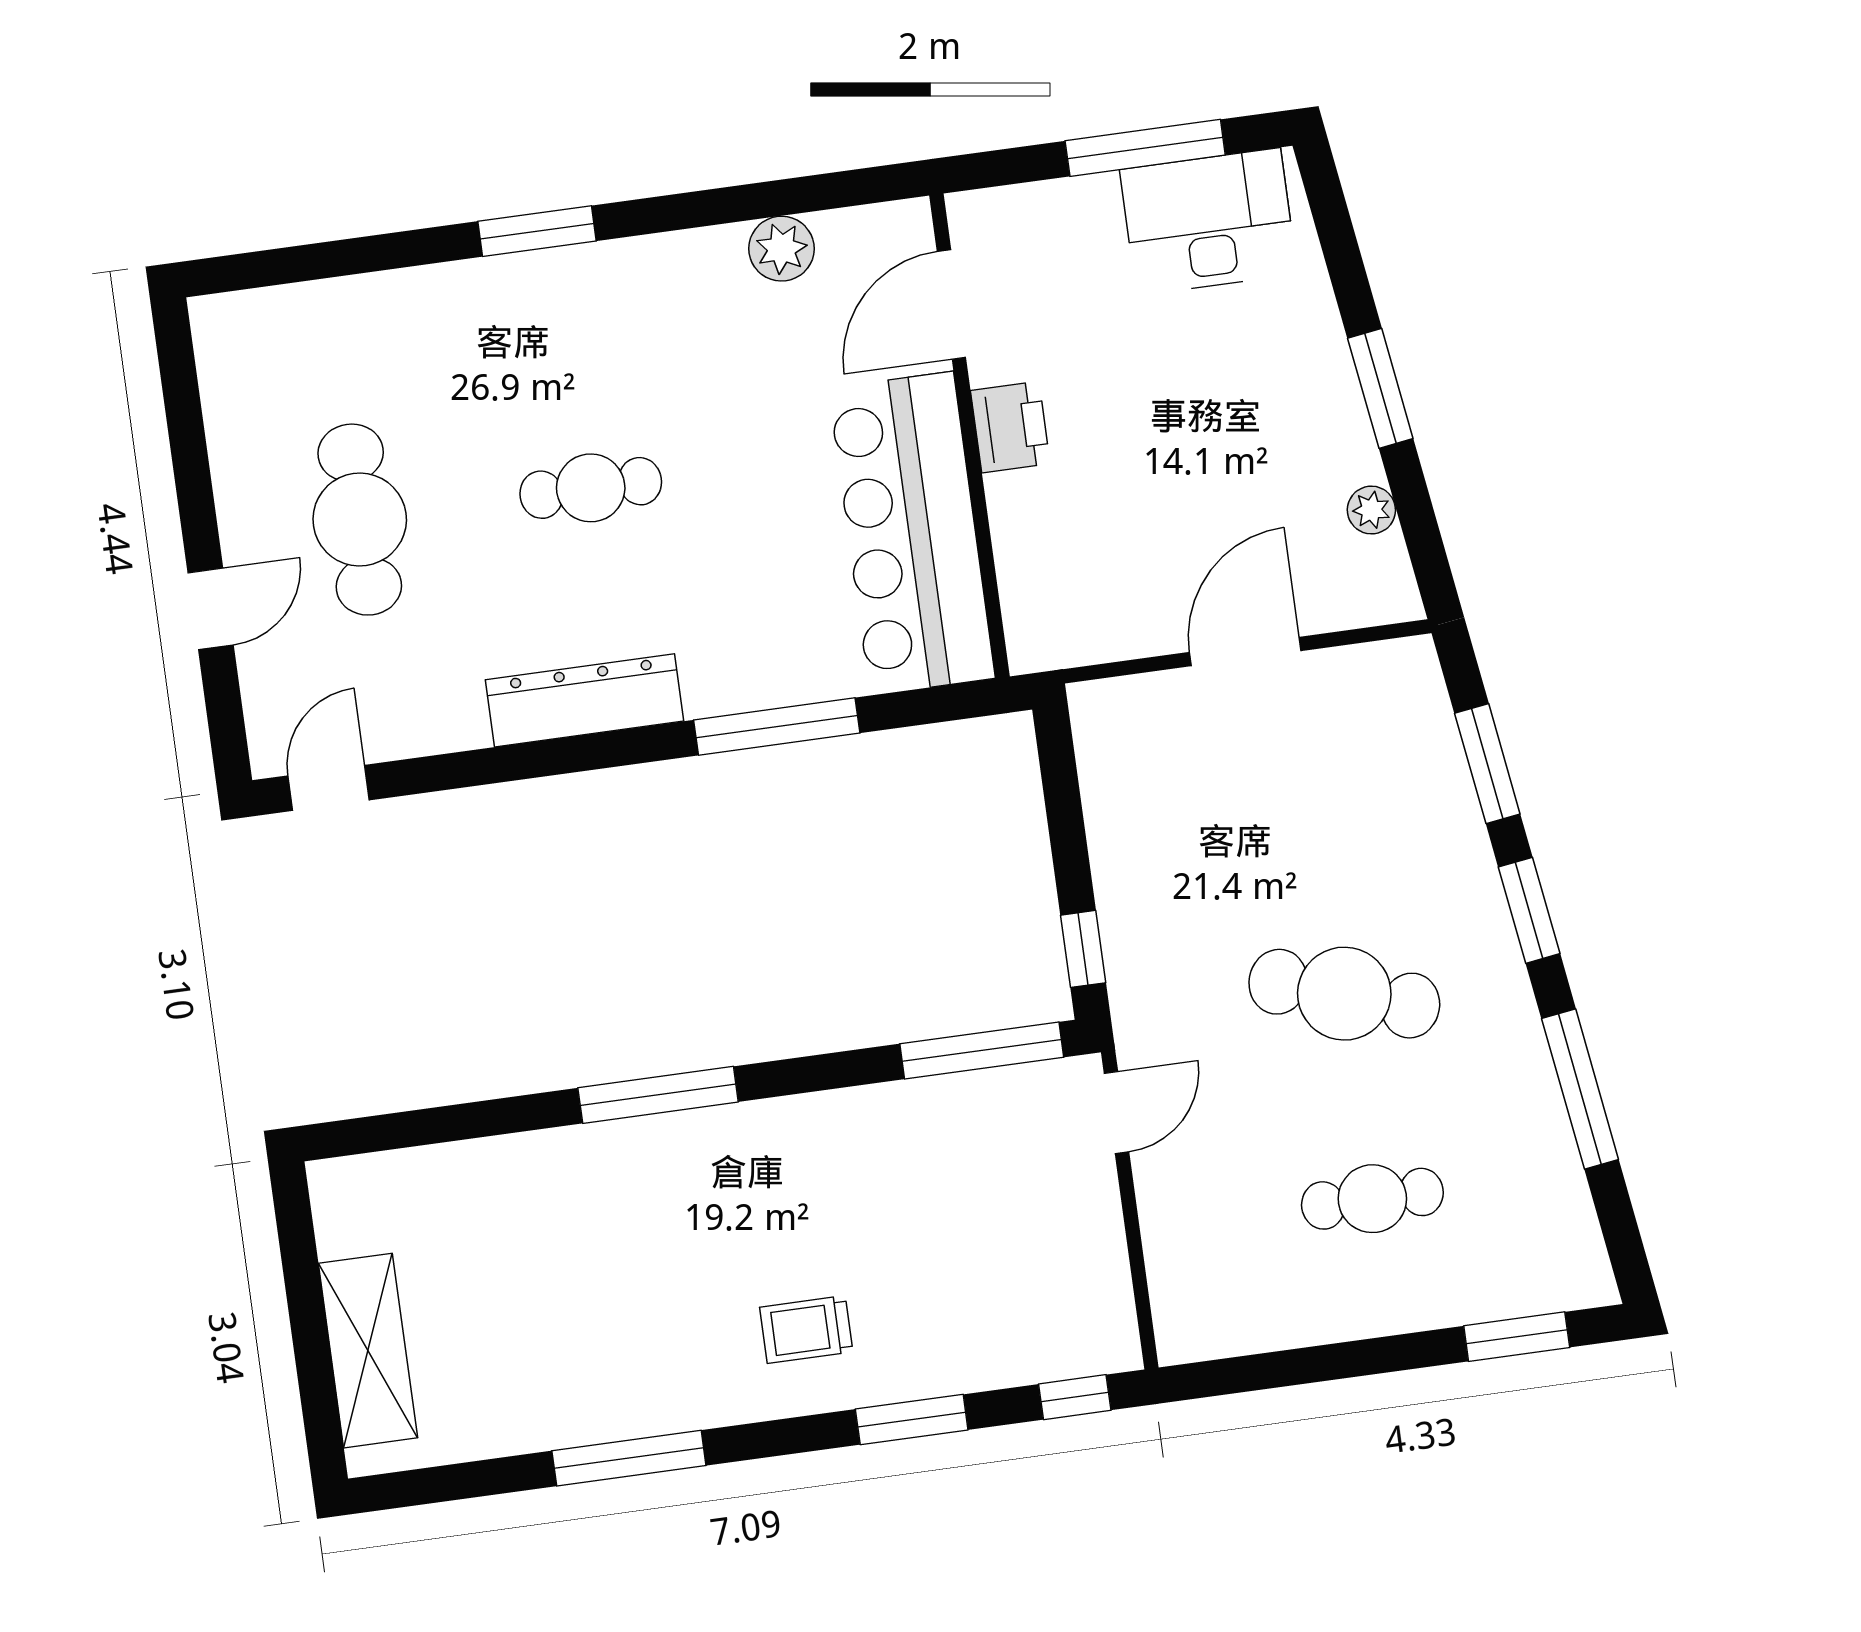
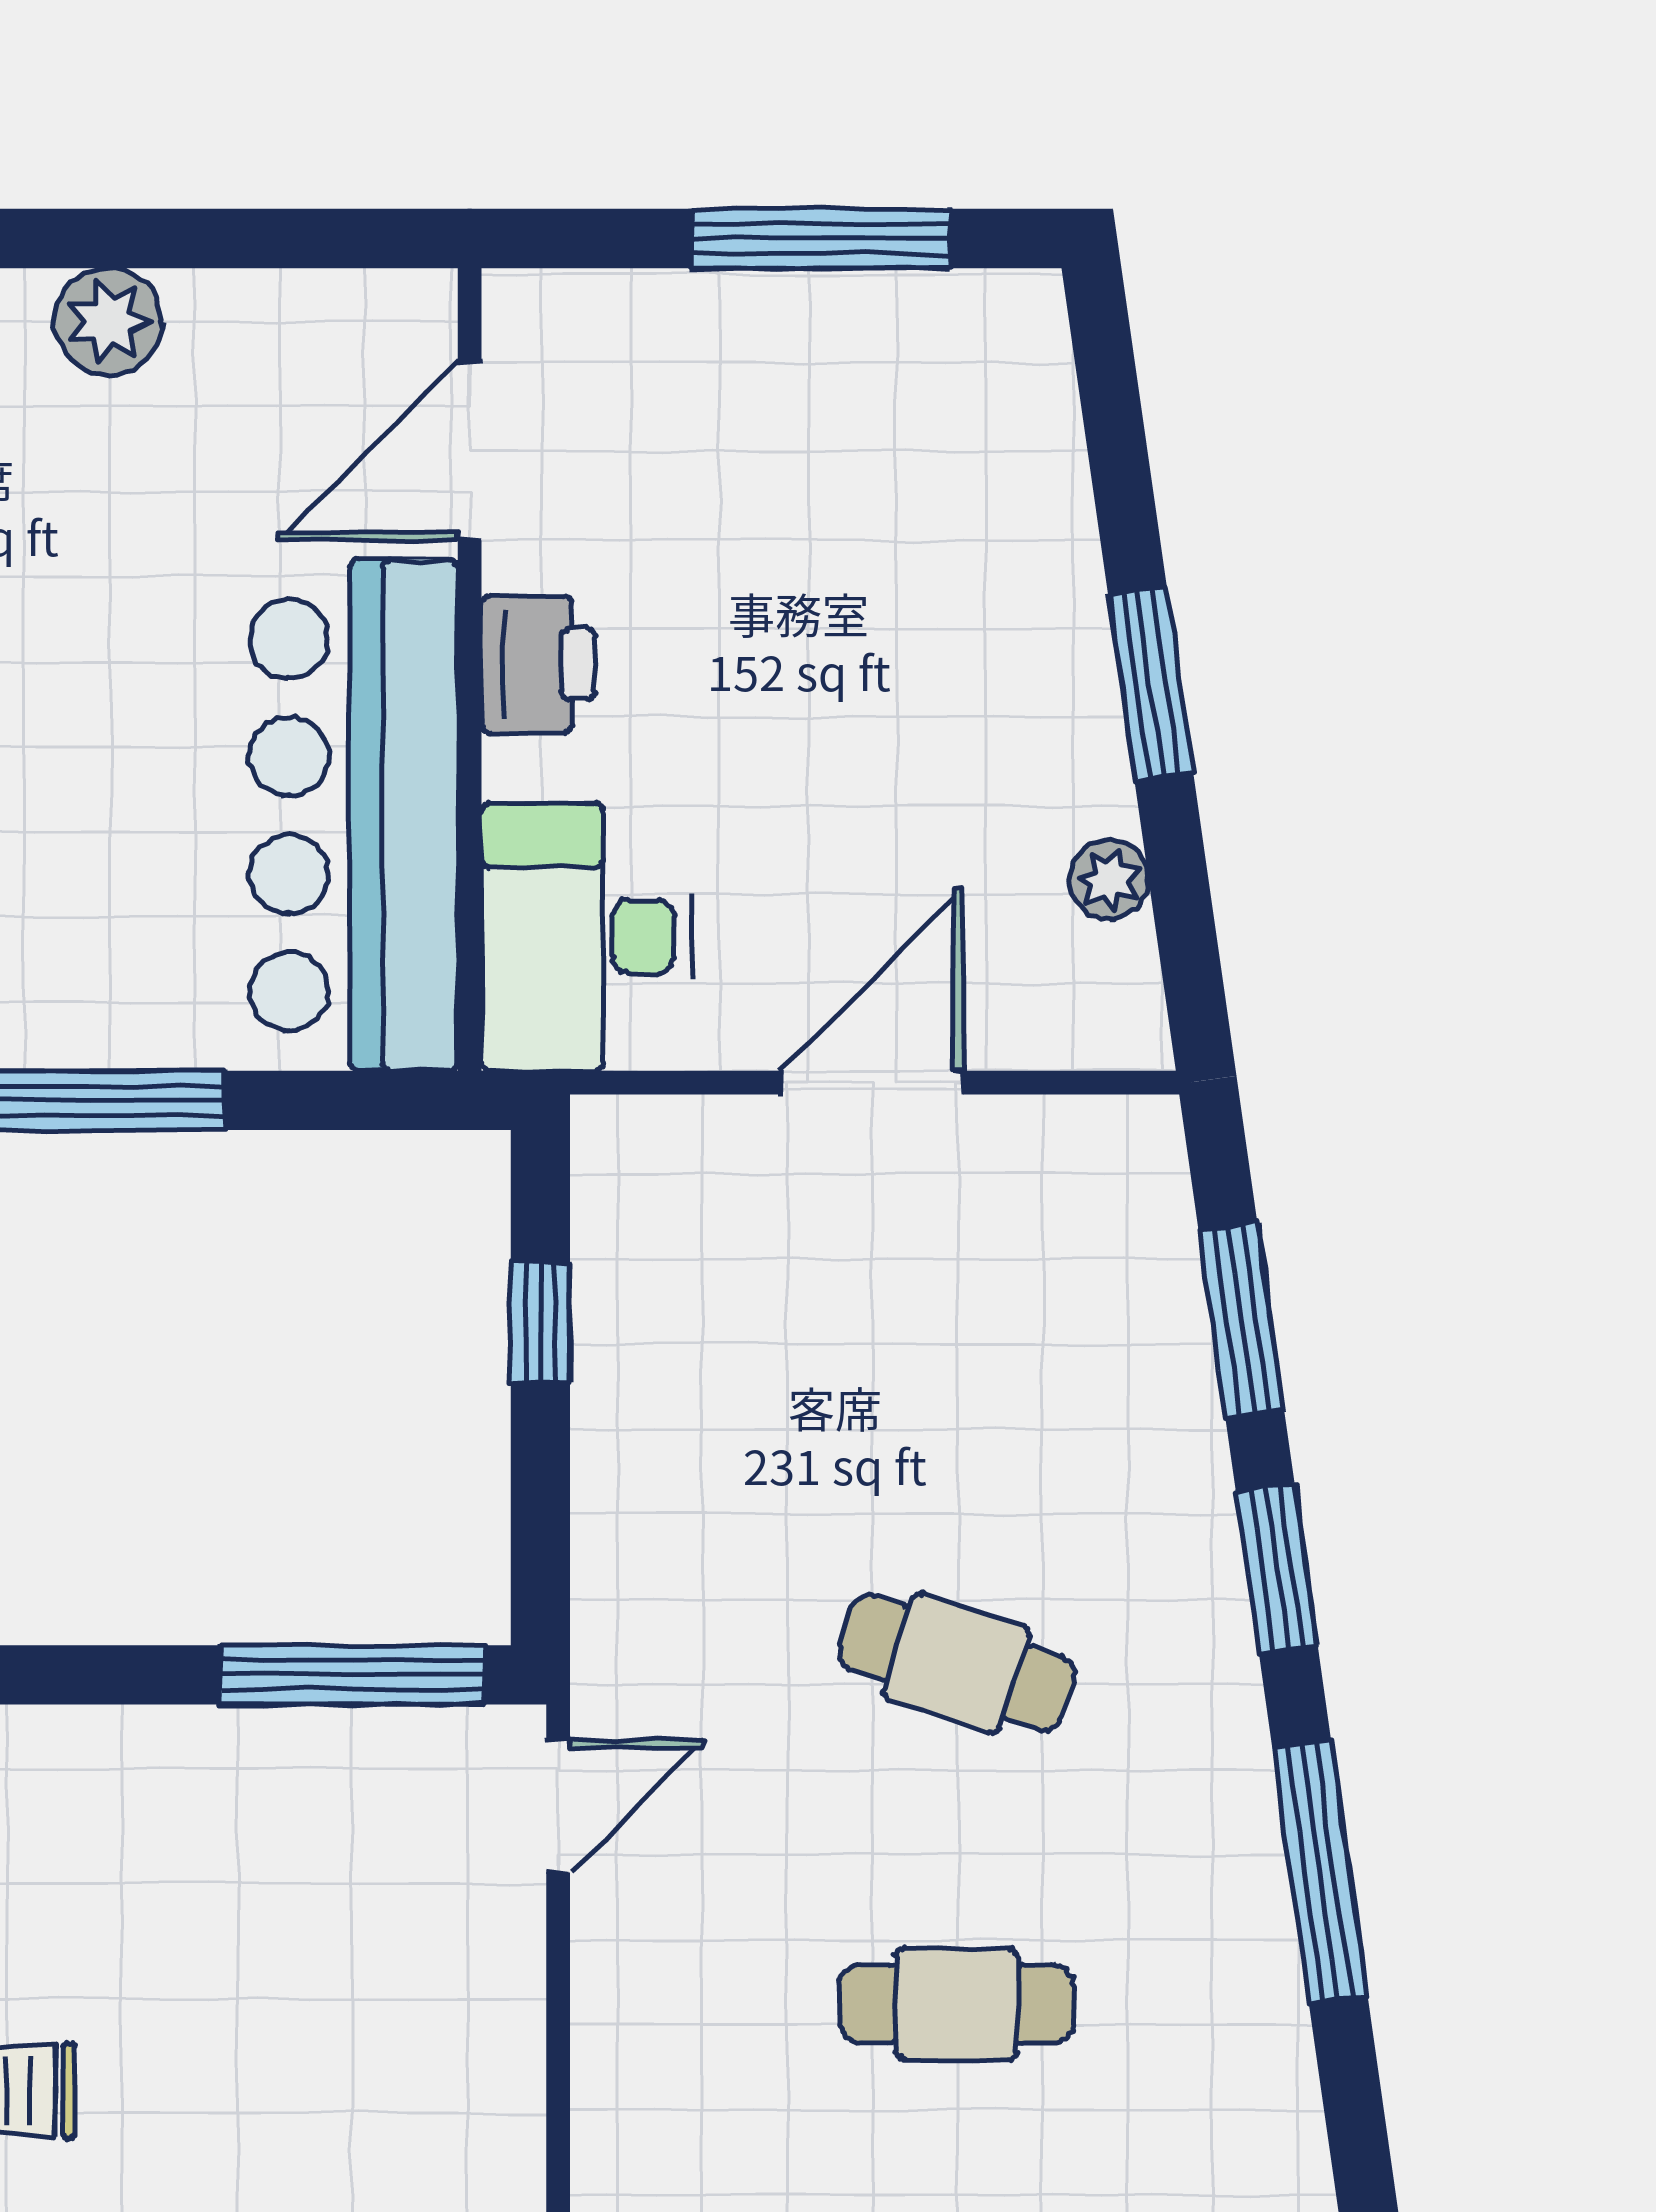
desk: (1208, 222) -> (587, 937), moved, turned -90
plant: (781, 249) -> (109, 322), moved
window: (1083, 949) -> (540, 1322), moved
cafe table: (1344, 994) -> (957, 1663), width x0.73, depth x0.74

